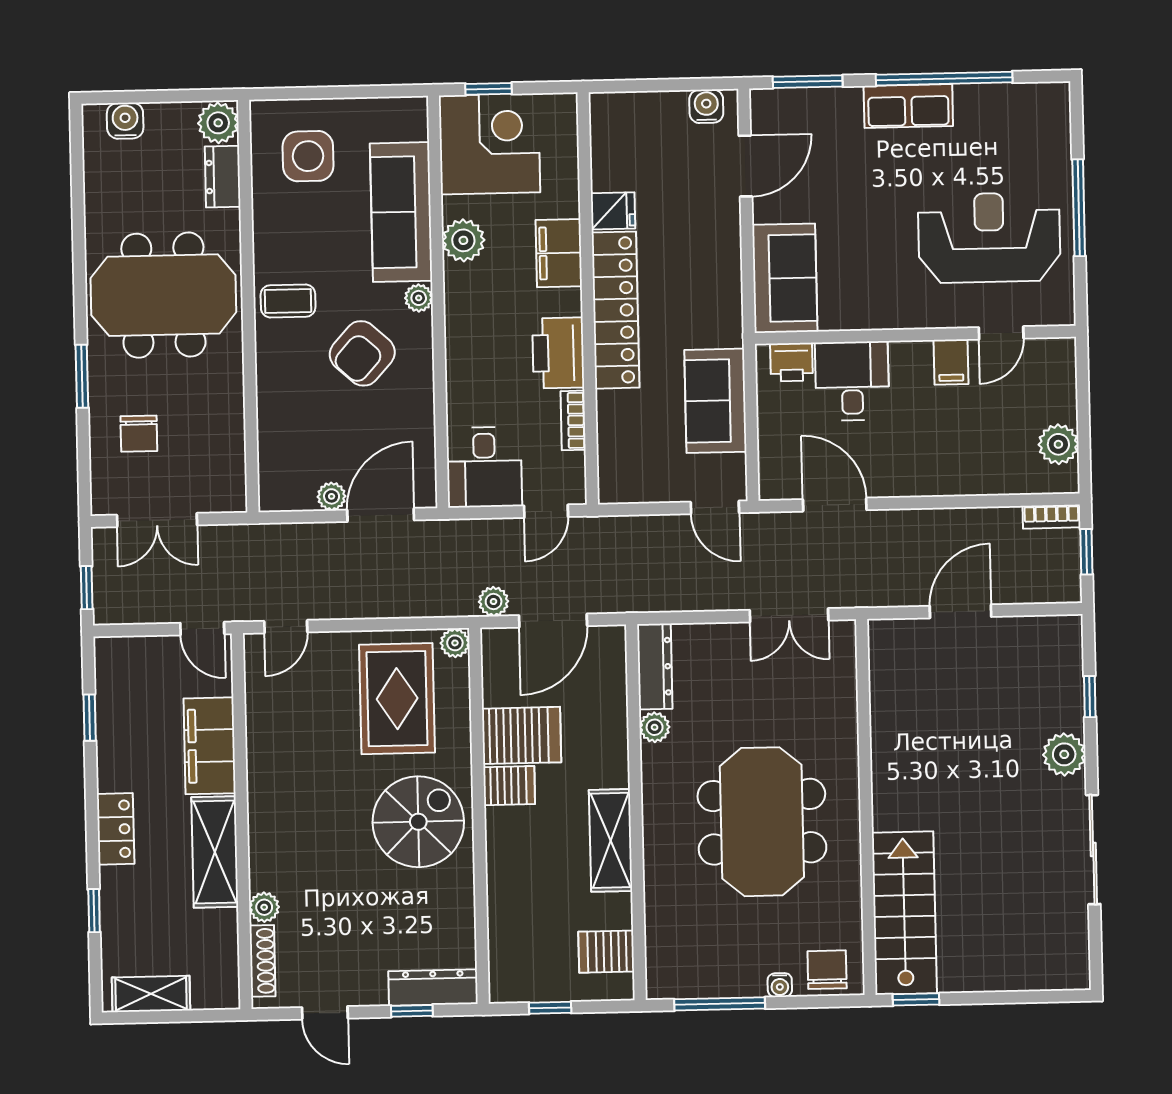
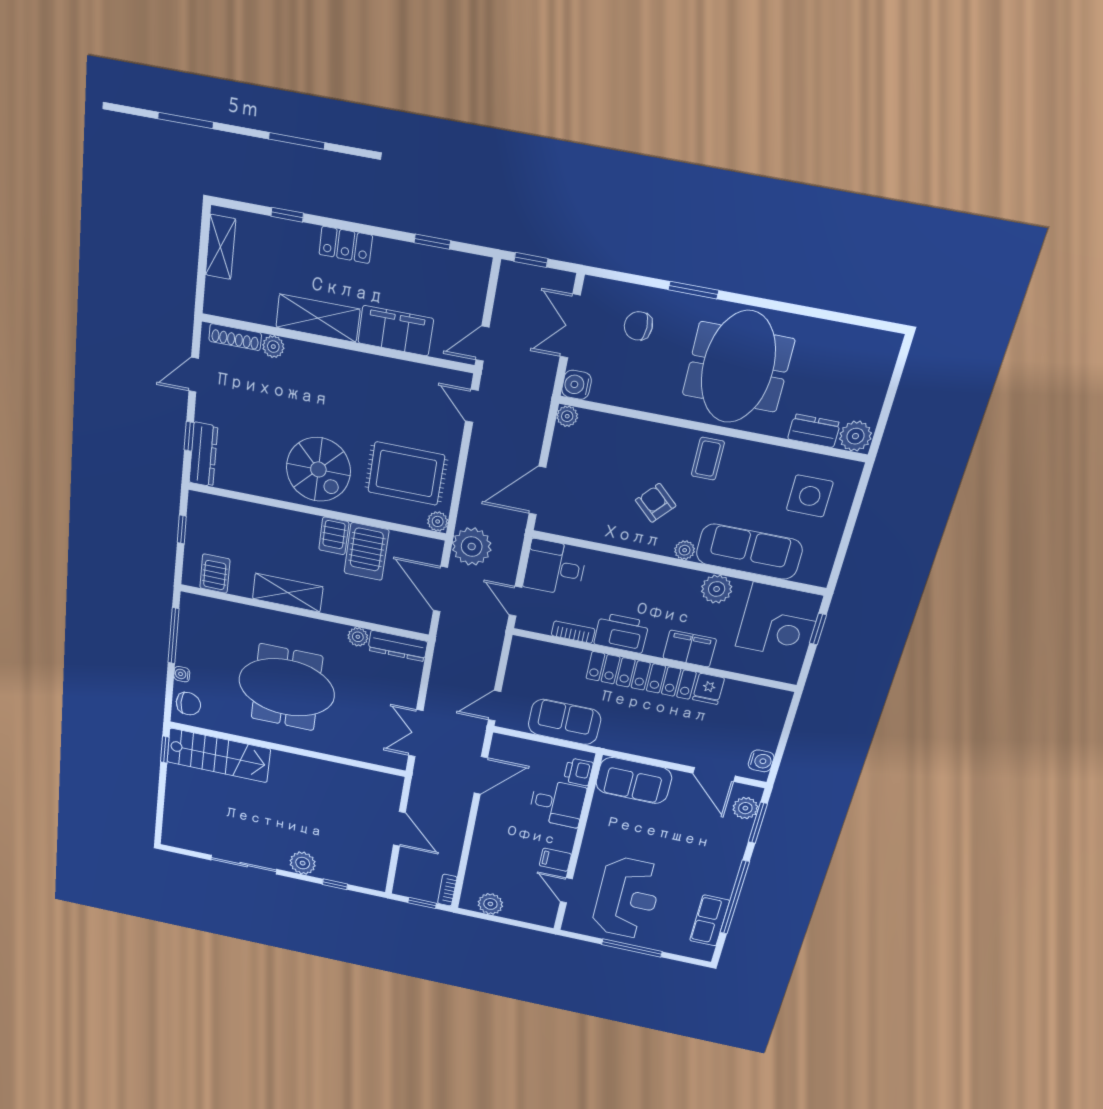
plant: (788, 106) -> (745, 808), added
row of seats: (908, 106) -> (710, 921), moved
water cooler: (125, 121) -> (577, 385), moved, turned 180
armchair: (362, 353) -> (656, 503), width x0.72, depth x0.72
plant: (332, 496) -> (567, 416), moved
door: (381, 515) -> (537, 491), swing flipped
plant: (494, 602) -> (472, 547), width x1.88, depth x1.88

